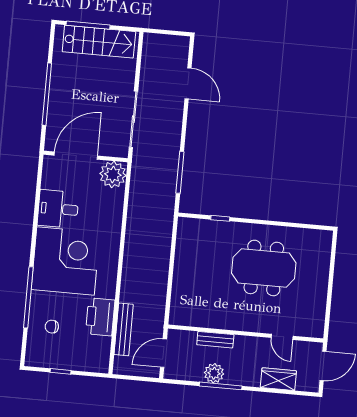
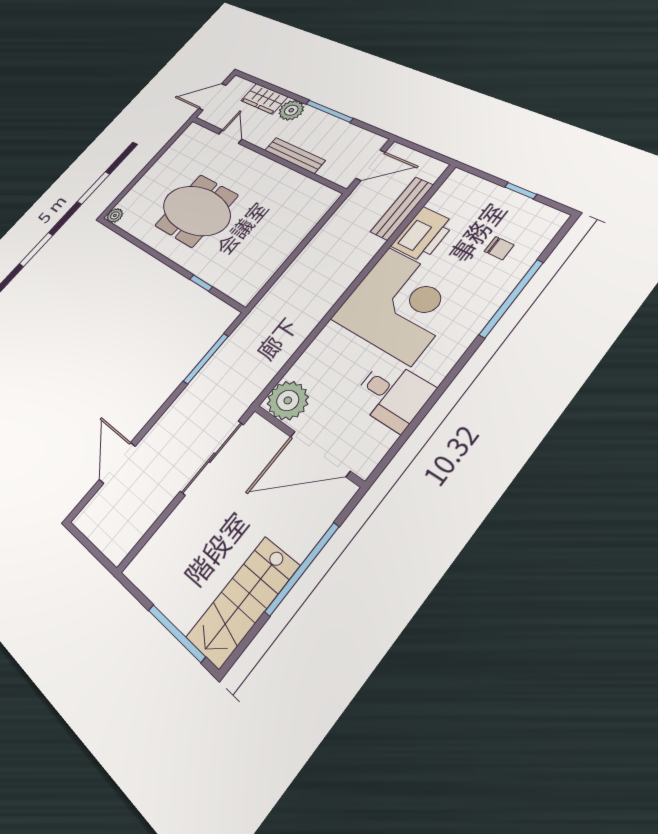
stairs: (99, 42) -> (243, 601), moved, turned -90
plant: (325, 237) -> (115, 215), added
corner desk: (65, 261) -> (399, 305), moved, turned 180
bench: (215, 340) -> (295, 155), width x1.36
plant: (214, 373) -> (291, 110), moved

